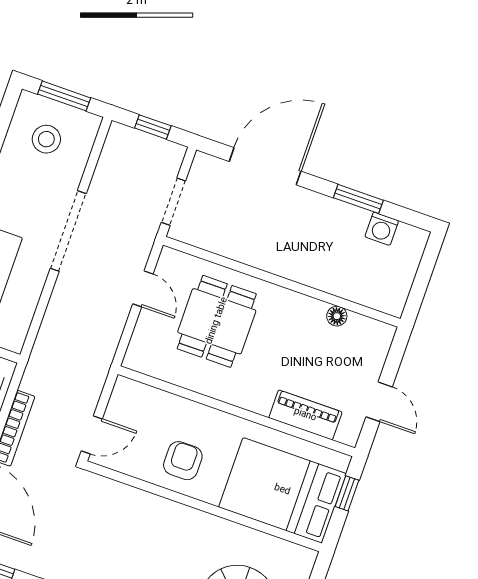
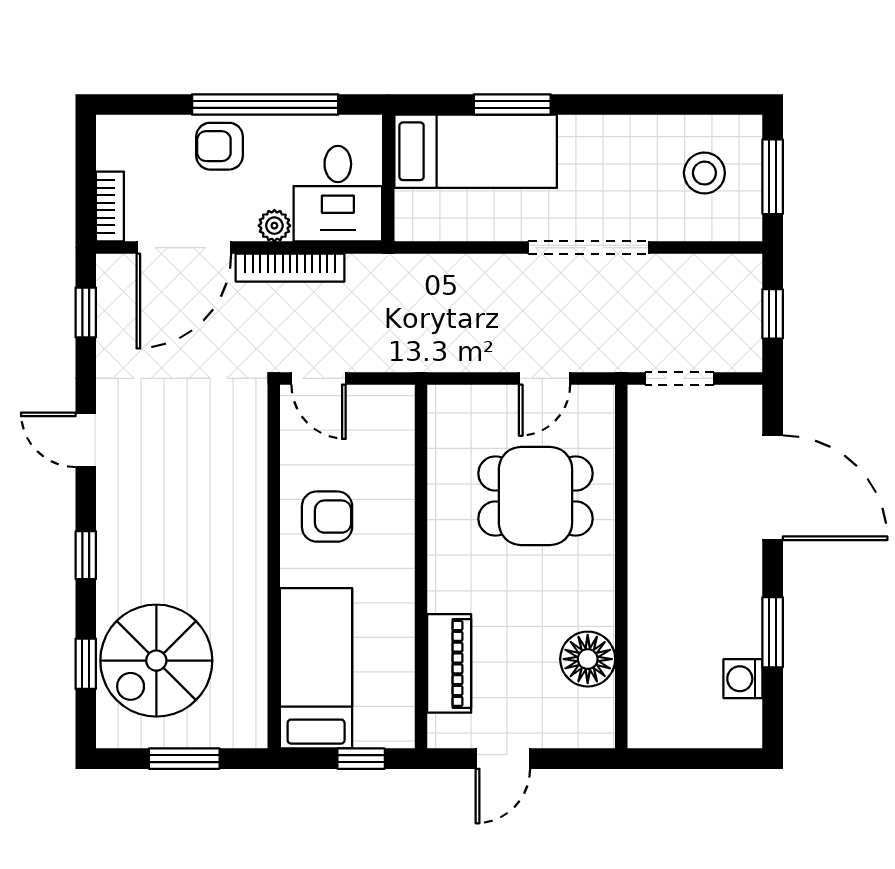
floor lamp: (337, 316) -> (588, 659), width x1.89, depth x1.89
bed: (282, 490) -> (316, 668), width x0.67

